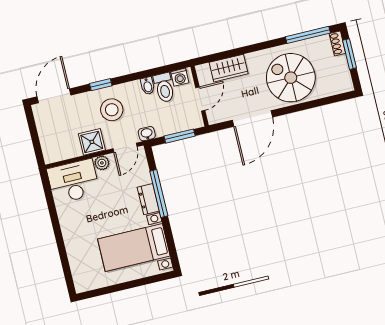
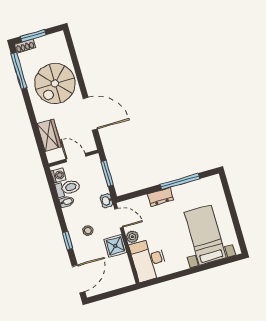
door: (54, 96) -> (79, 279), swing flipped
stool: (112, 110) -> (88, 231), width x0.53, depth x0.53
window: (159, 194) -> (180, 182), moved
bed with nightstands: (134, 248) -> (205, 235), moved, turned 180

